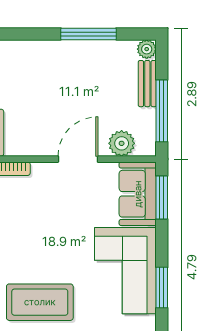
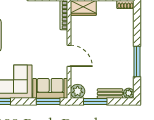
window: (162, 111) -> (95, 101), width x0.69
plant: (122, 143) -> (78, 91), moved

